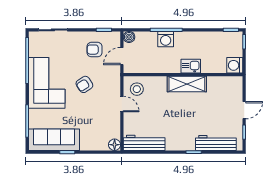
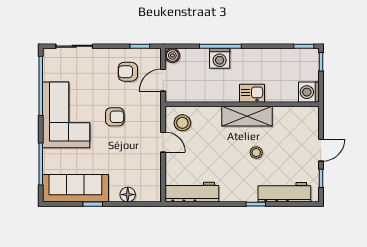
armchair: (84, 84) -> (115, 117), turned -148
stool: (194, 112) -> (256, 153), added
floor lamp: (115, 145) -> (128, 195), moved

